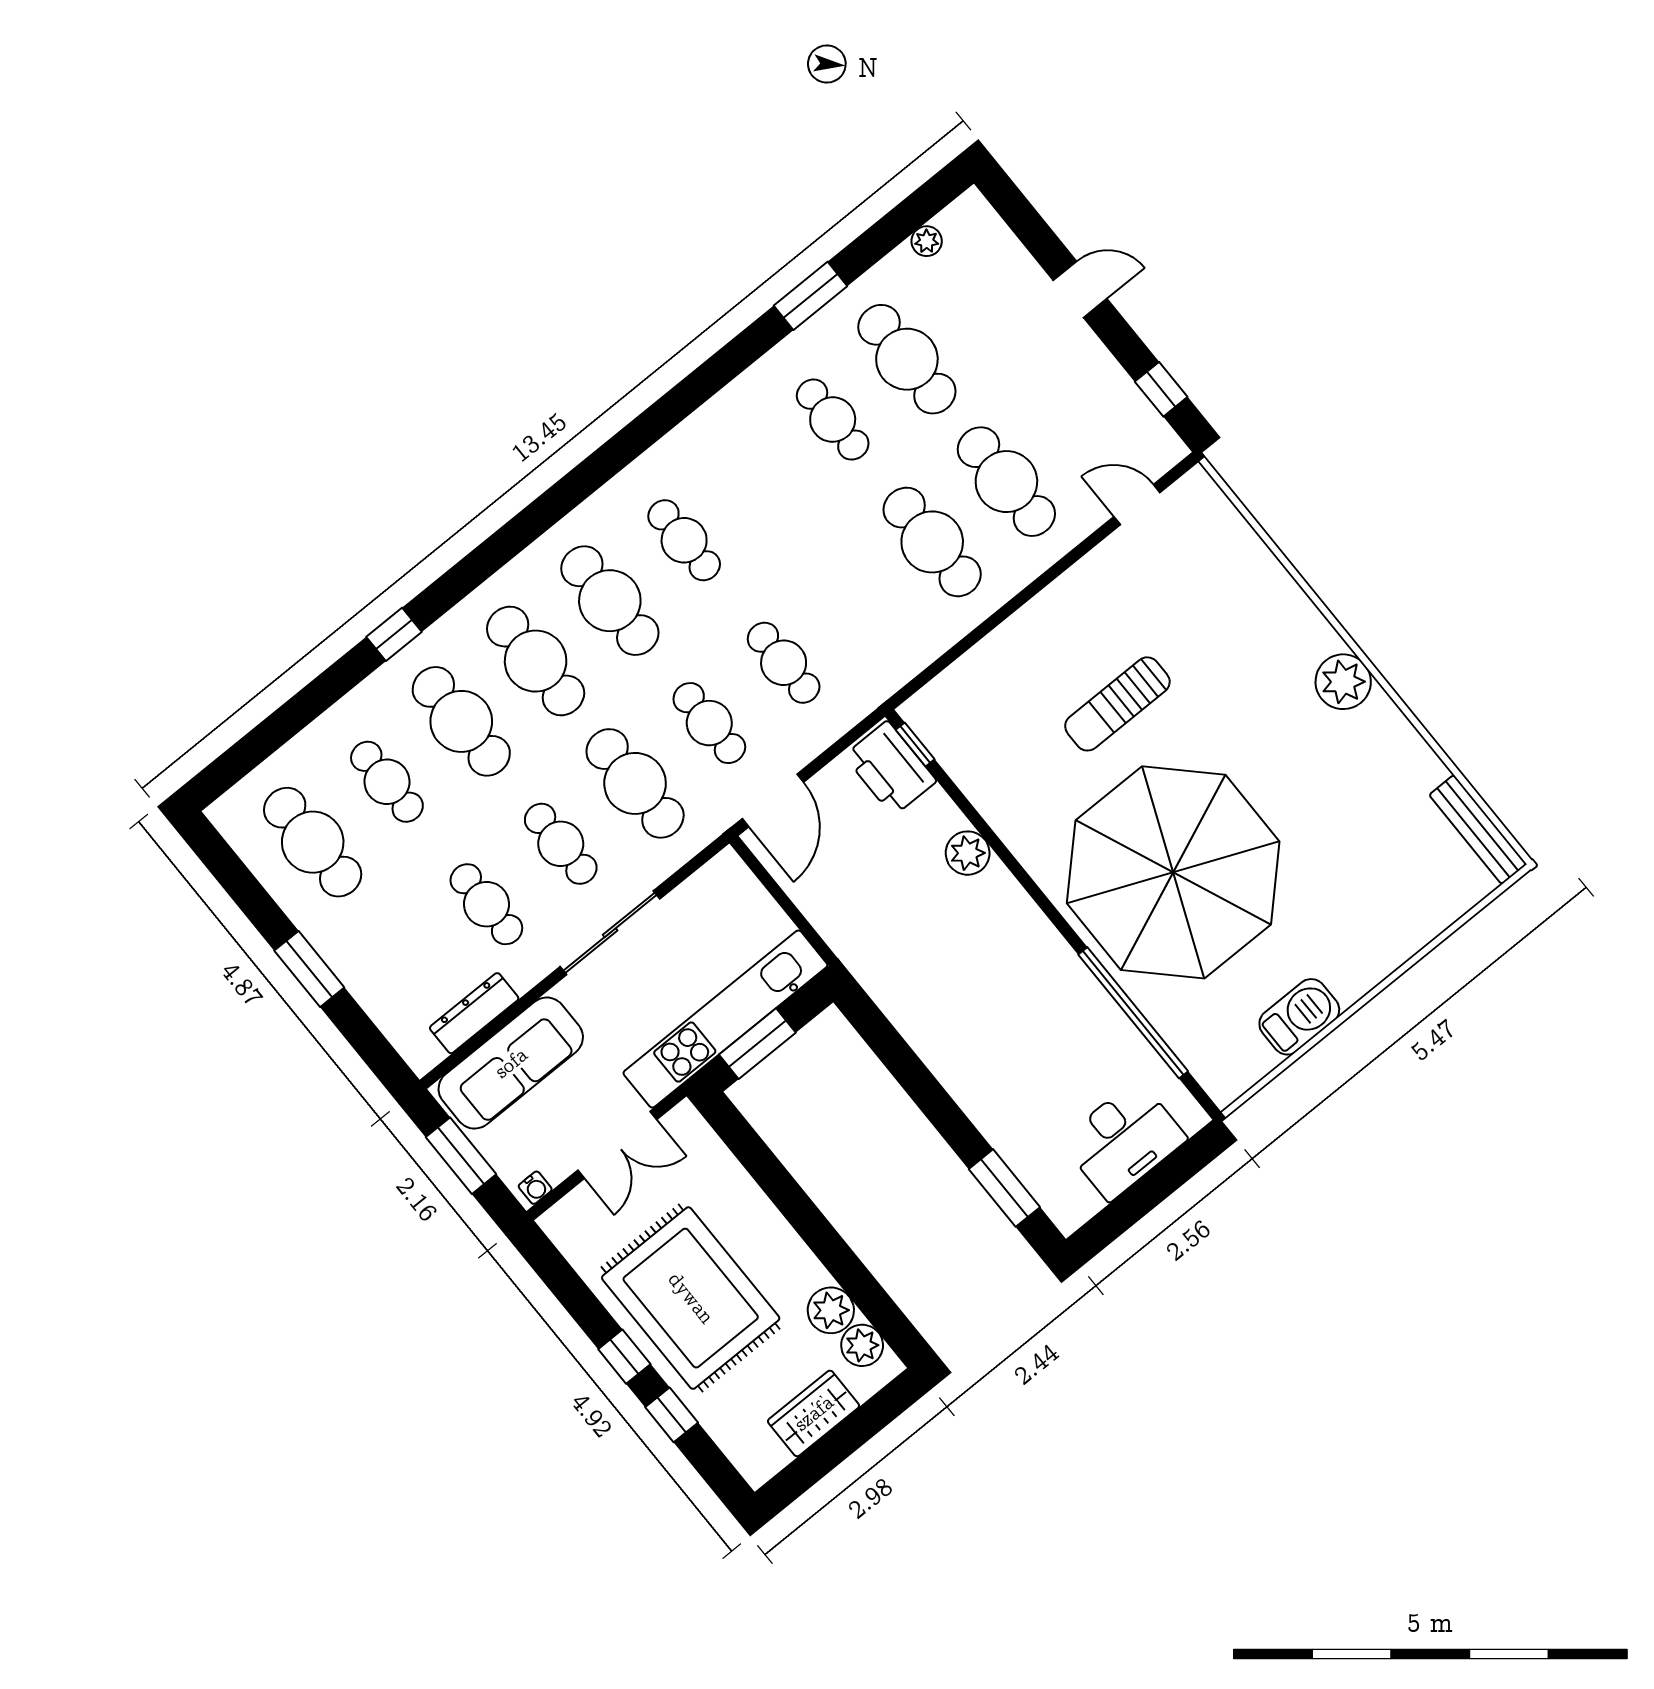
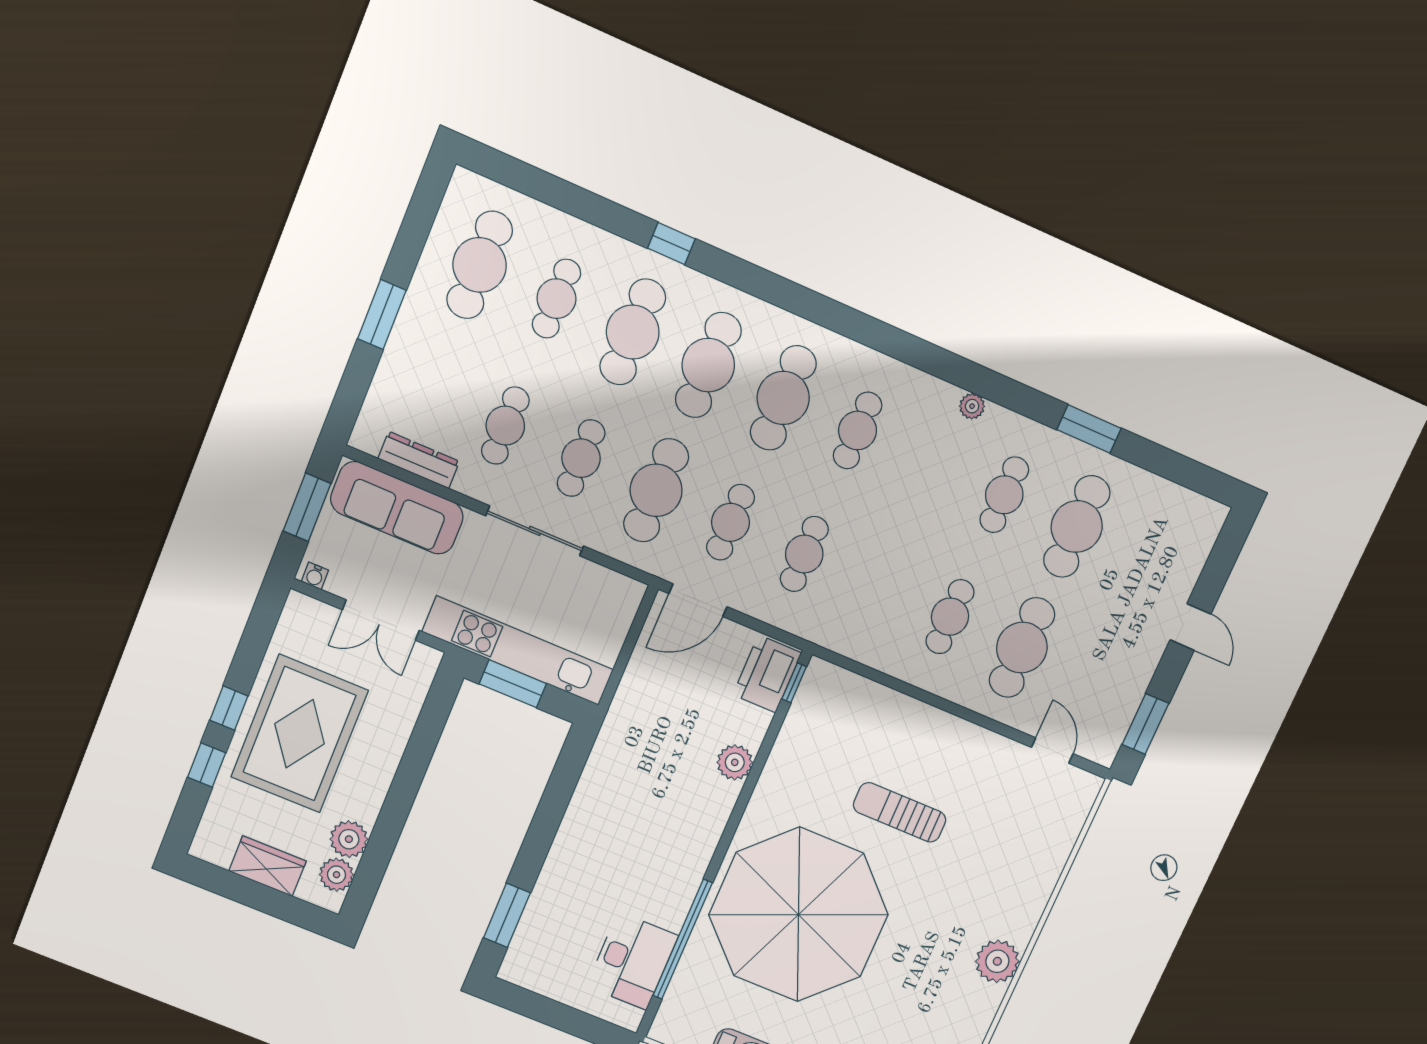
plant: (927, 241) -> (972, 406), moved
window: (1161, 389) -> (1145, 724), width x1.50
cafe table: (932, 542) -> (950, 617), width x0.73, depth x0.74
desk: (1124, 1140) -> (632, 961), moved, turned -90

